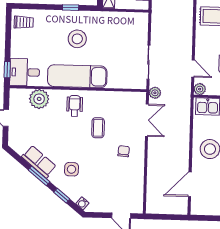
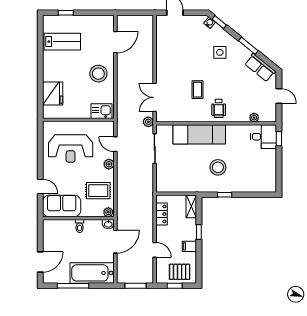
trolley: (24, 22) -> (265, 181), removed
exam couch: (77, 76) -> (199, 134), moved
plant: (200, 89) -> (109, 164), moved
plant: (39, 99) -> (254, 118), width x0.53, depth x0.53
chair: (124, 151) -> (174, 70), removed
row of seats: (39, 162) -> (260, 68), moved
window: (62, 196) -> (219, 22), moved

